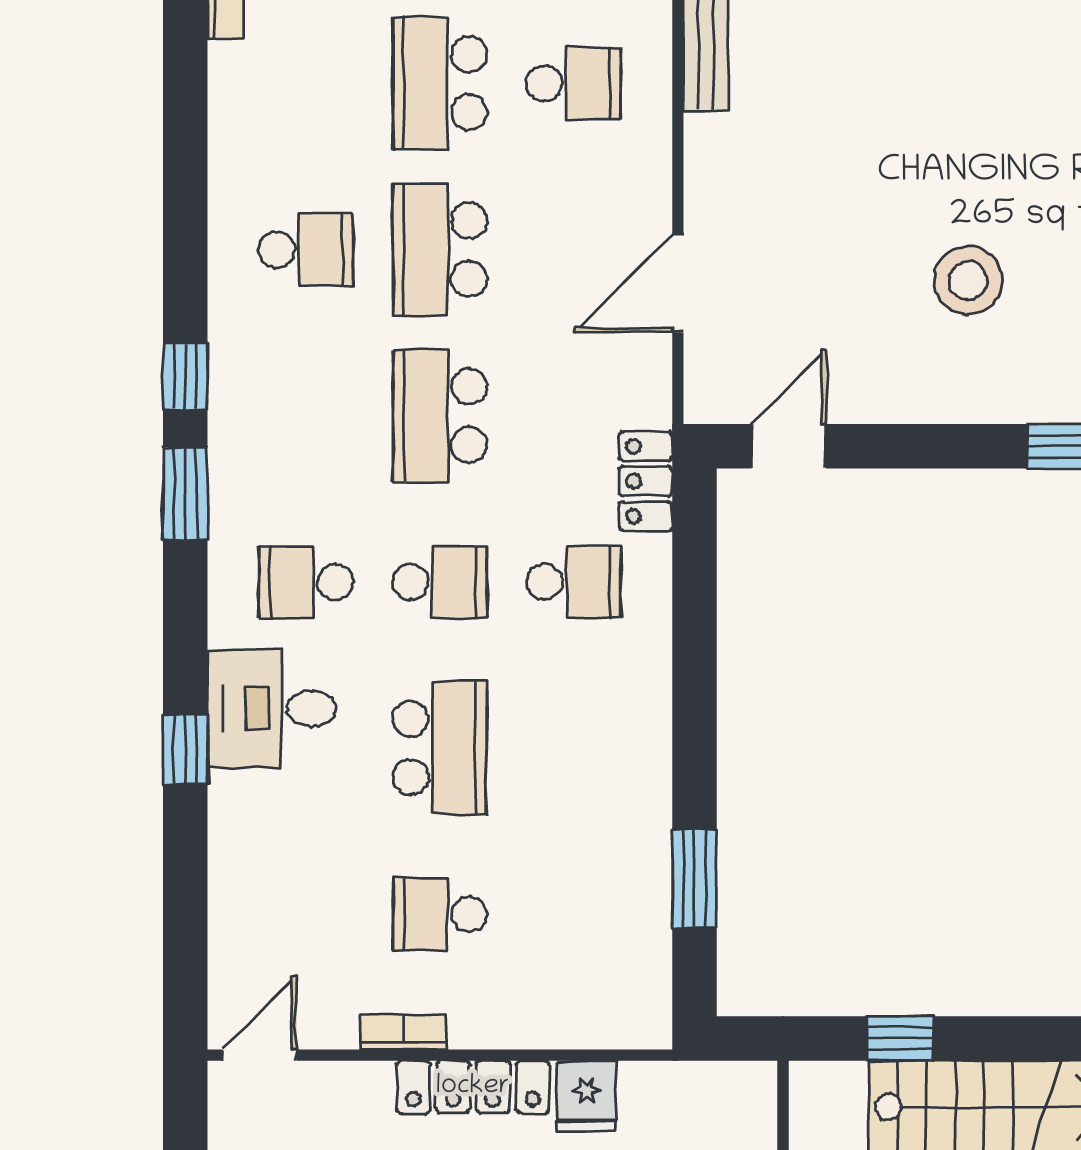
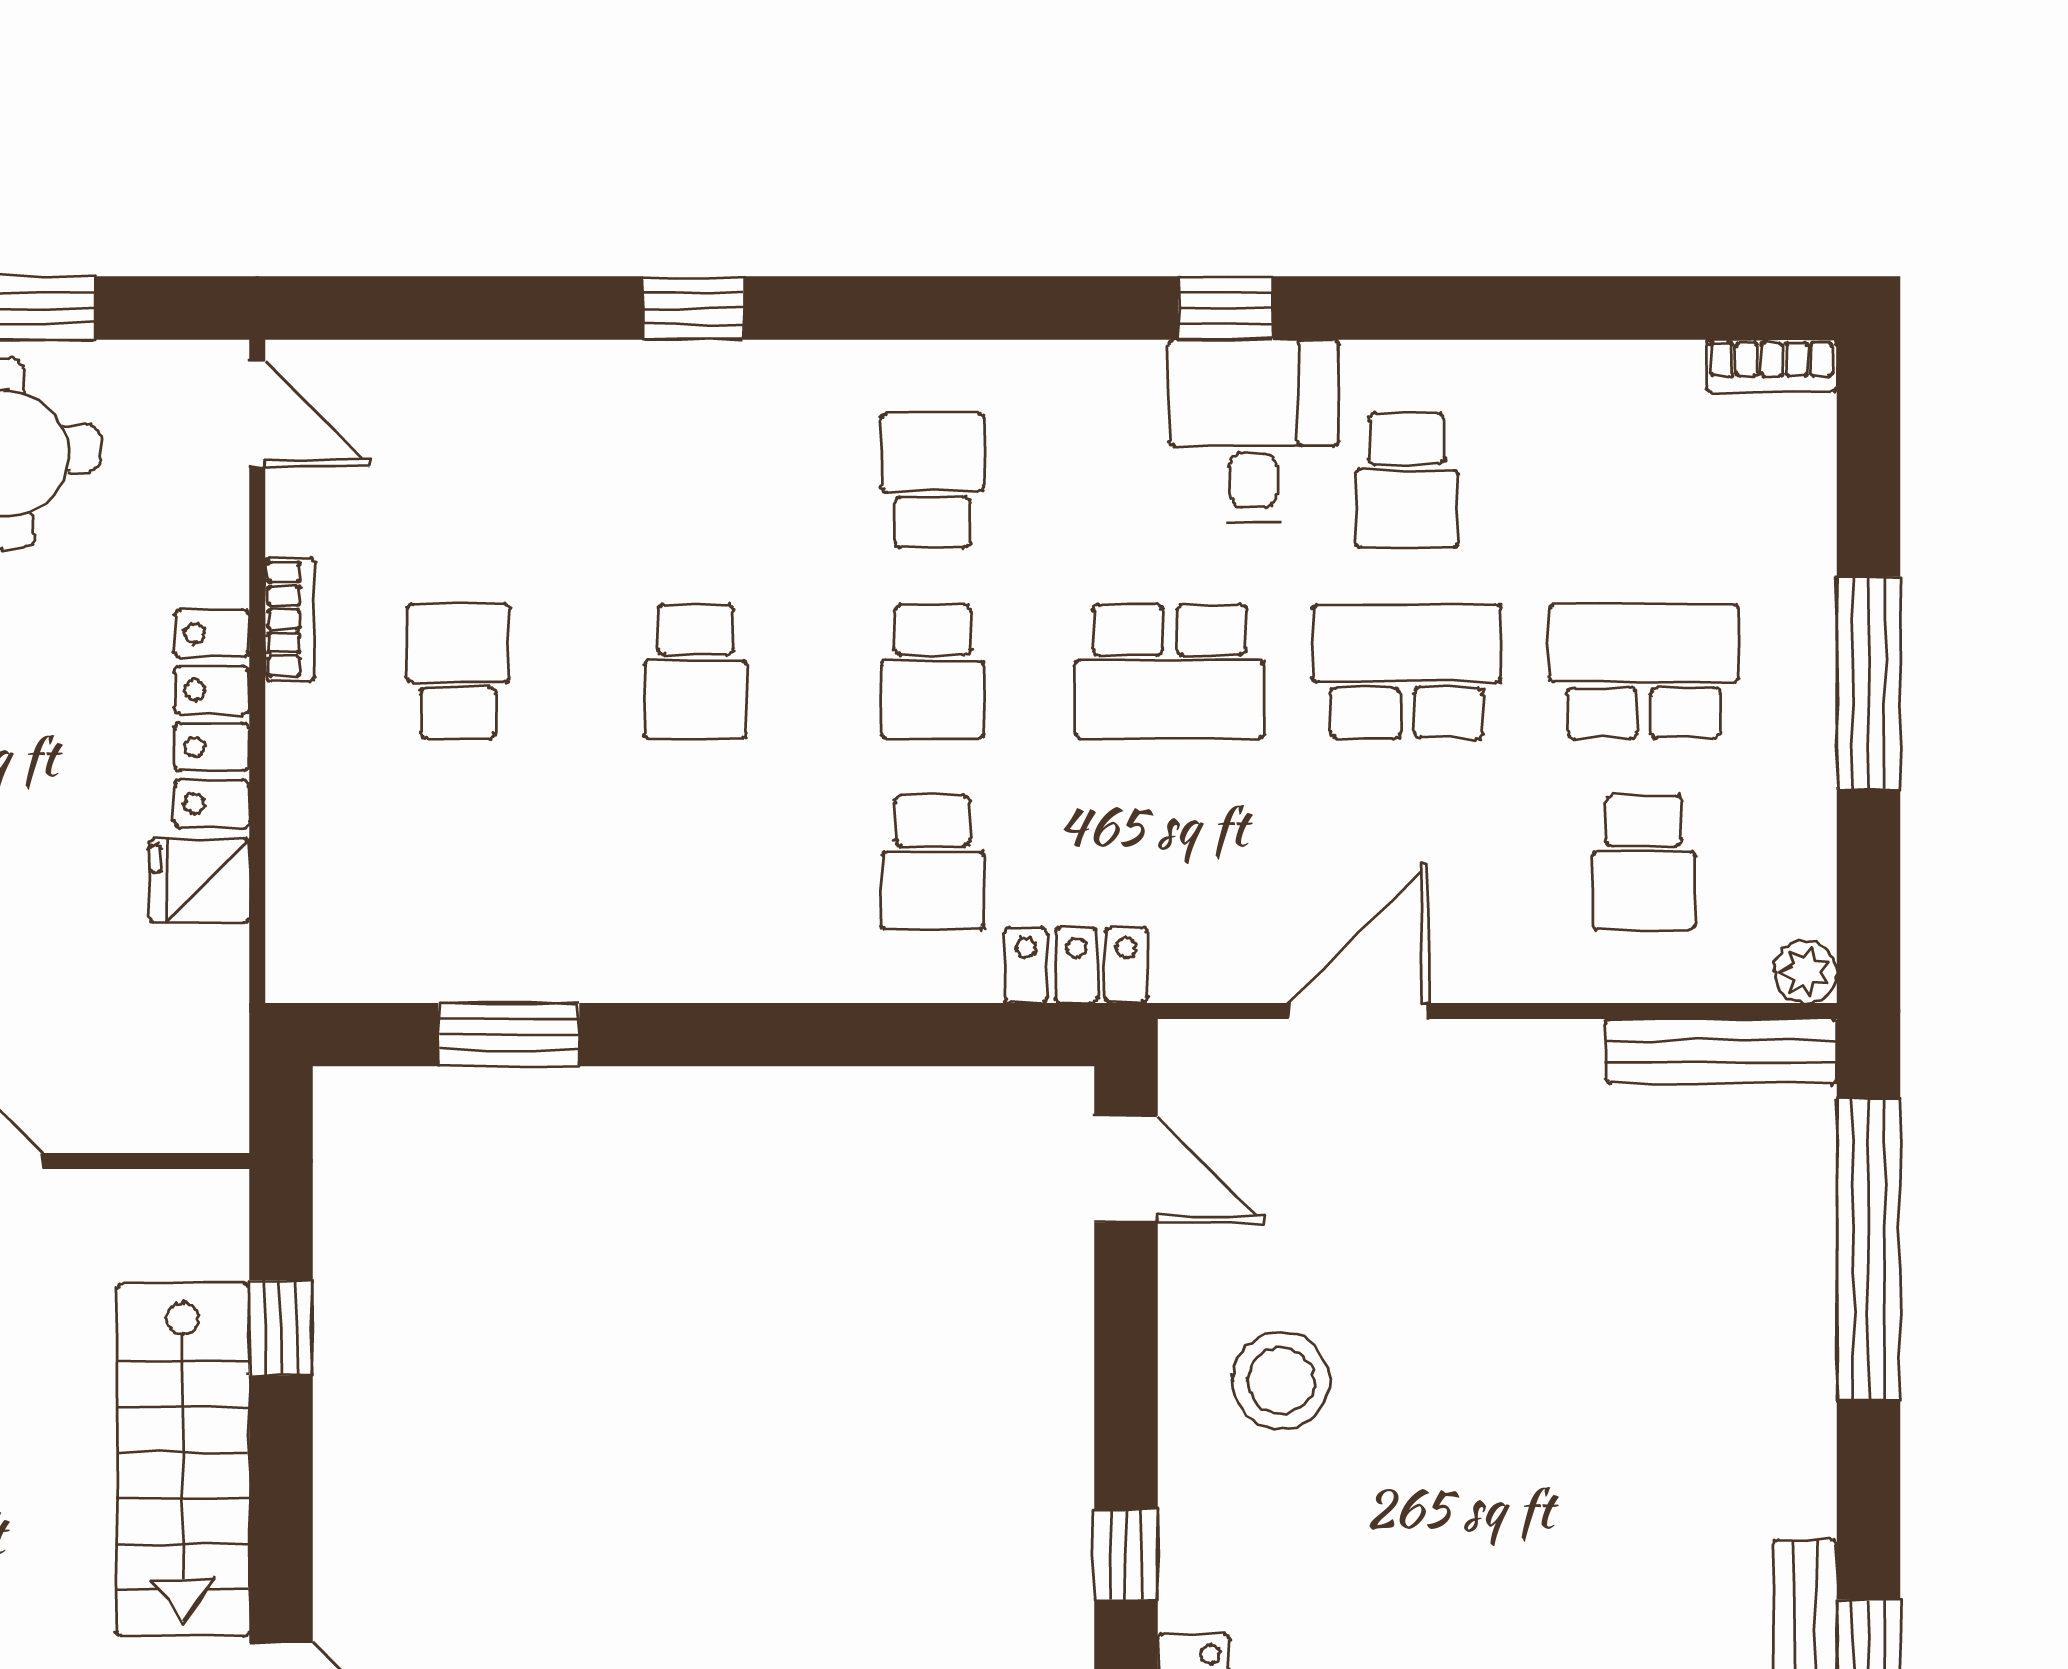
stool: (968, 280) -> (1281, 1380), moved
door: (678, 283) -> (1358, 1011), hinge flipped
school desk: (440, 416) -> (1170, 671), turned 180
window: (185, 493) -> (1059, 308), removed
desk: (272, 709) -> (1253, 431), moved
school desk: (440, 748) -> (695, 671), width x0.54

